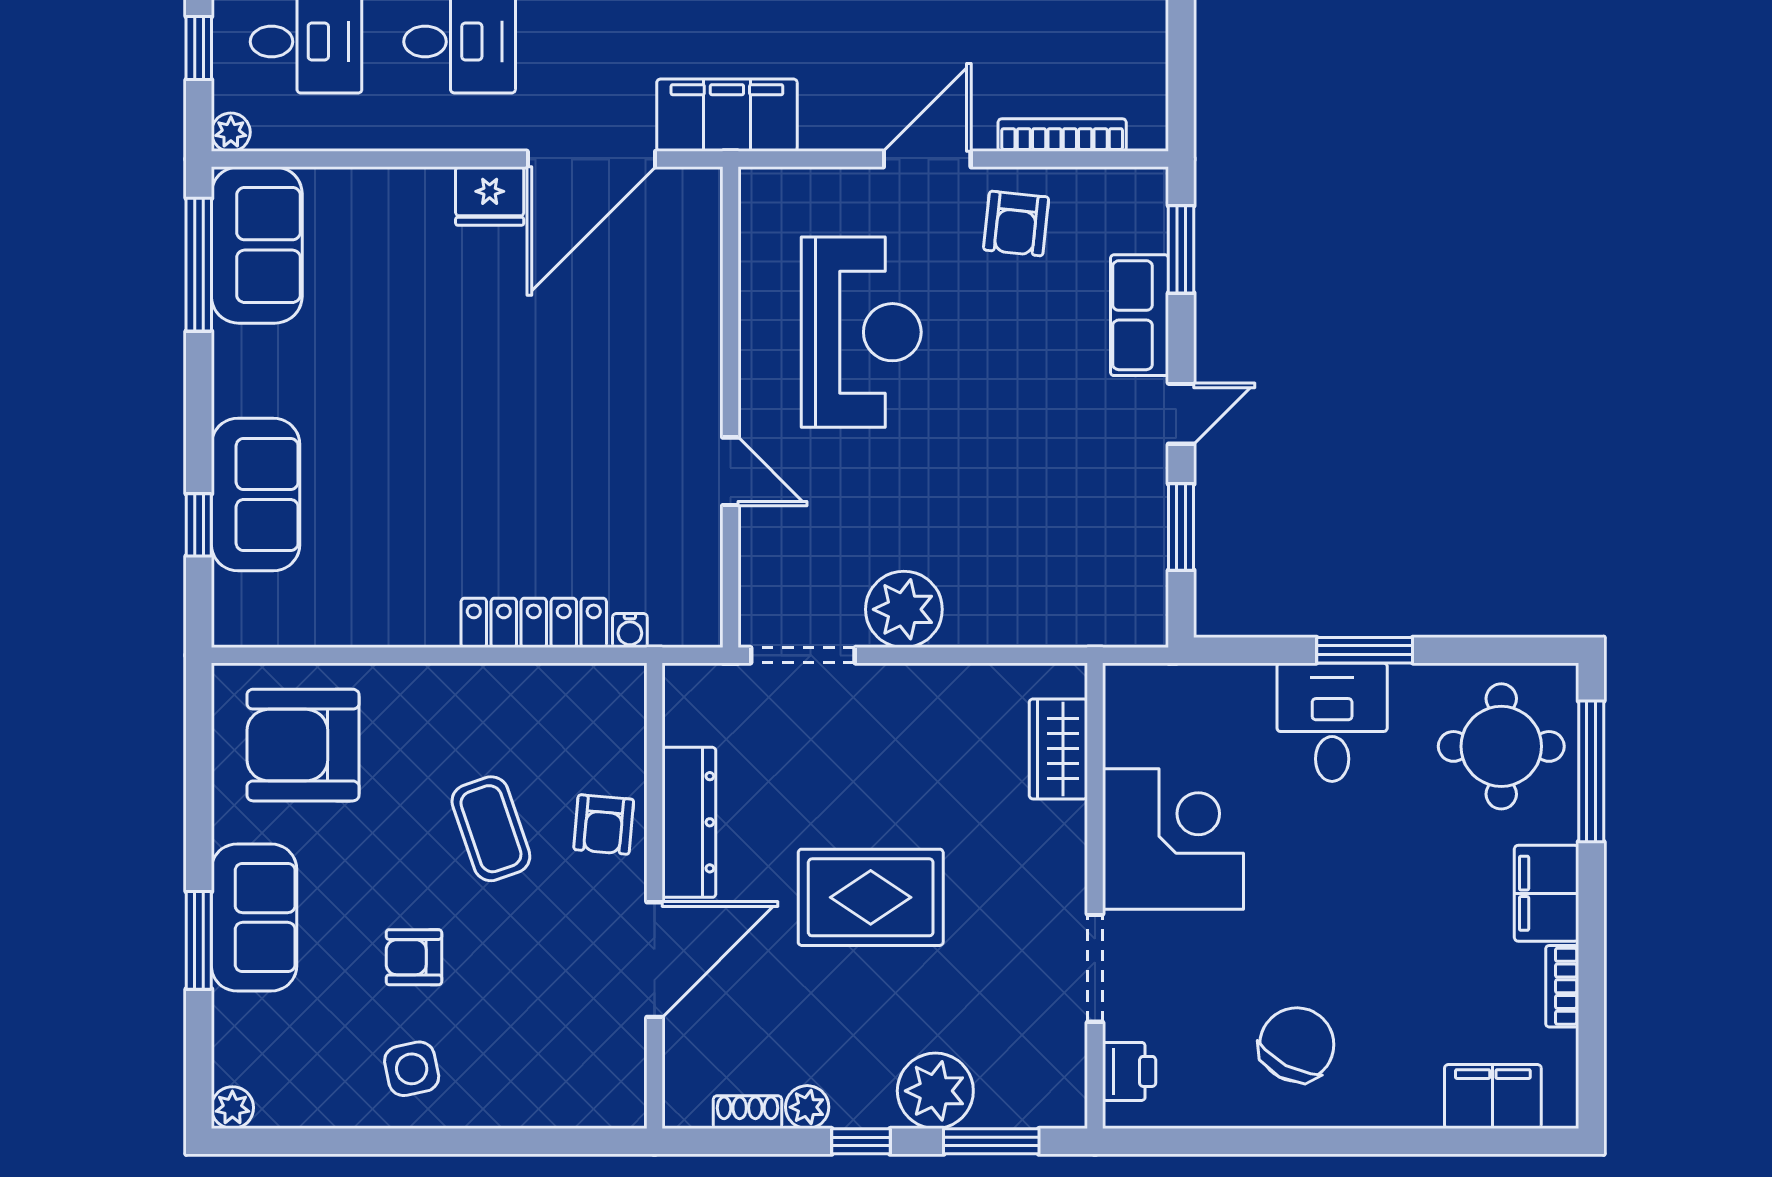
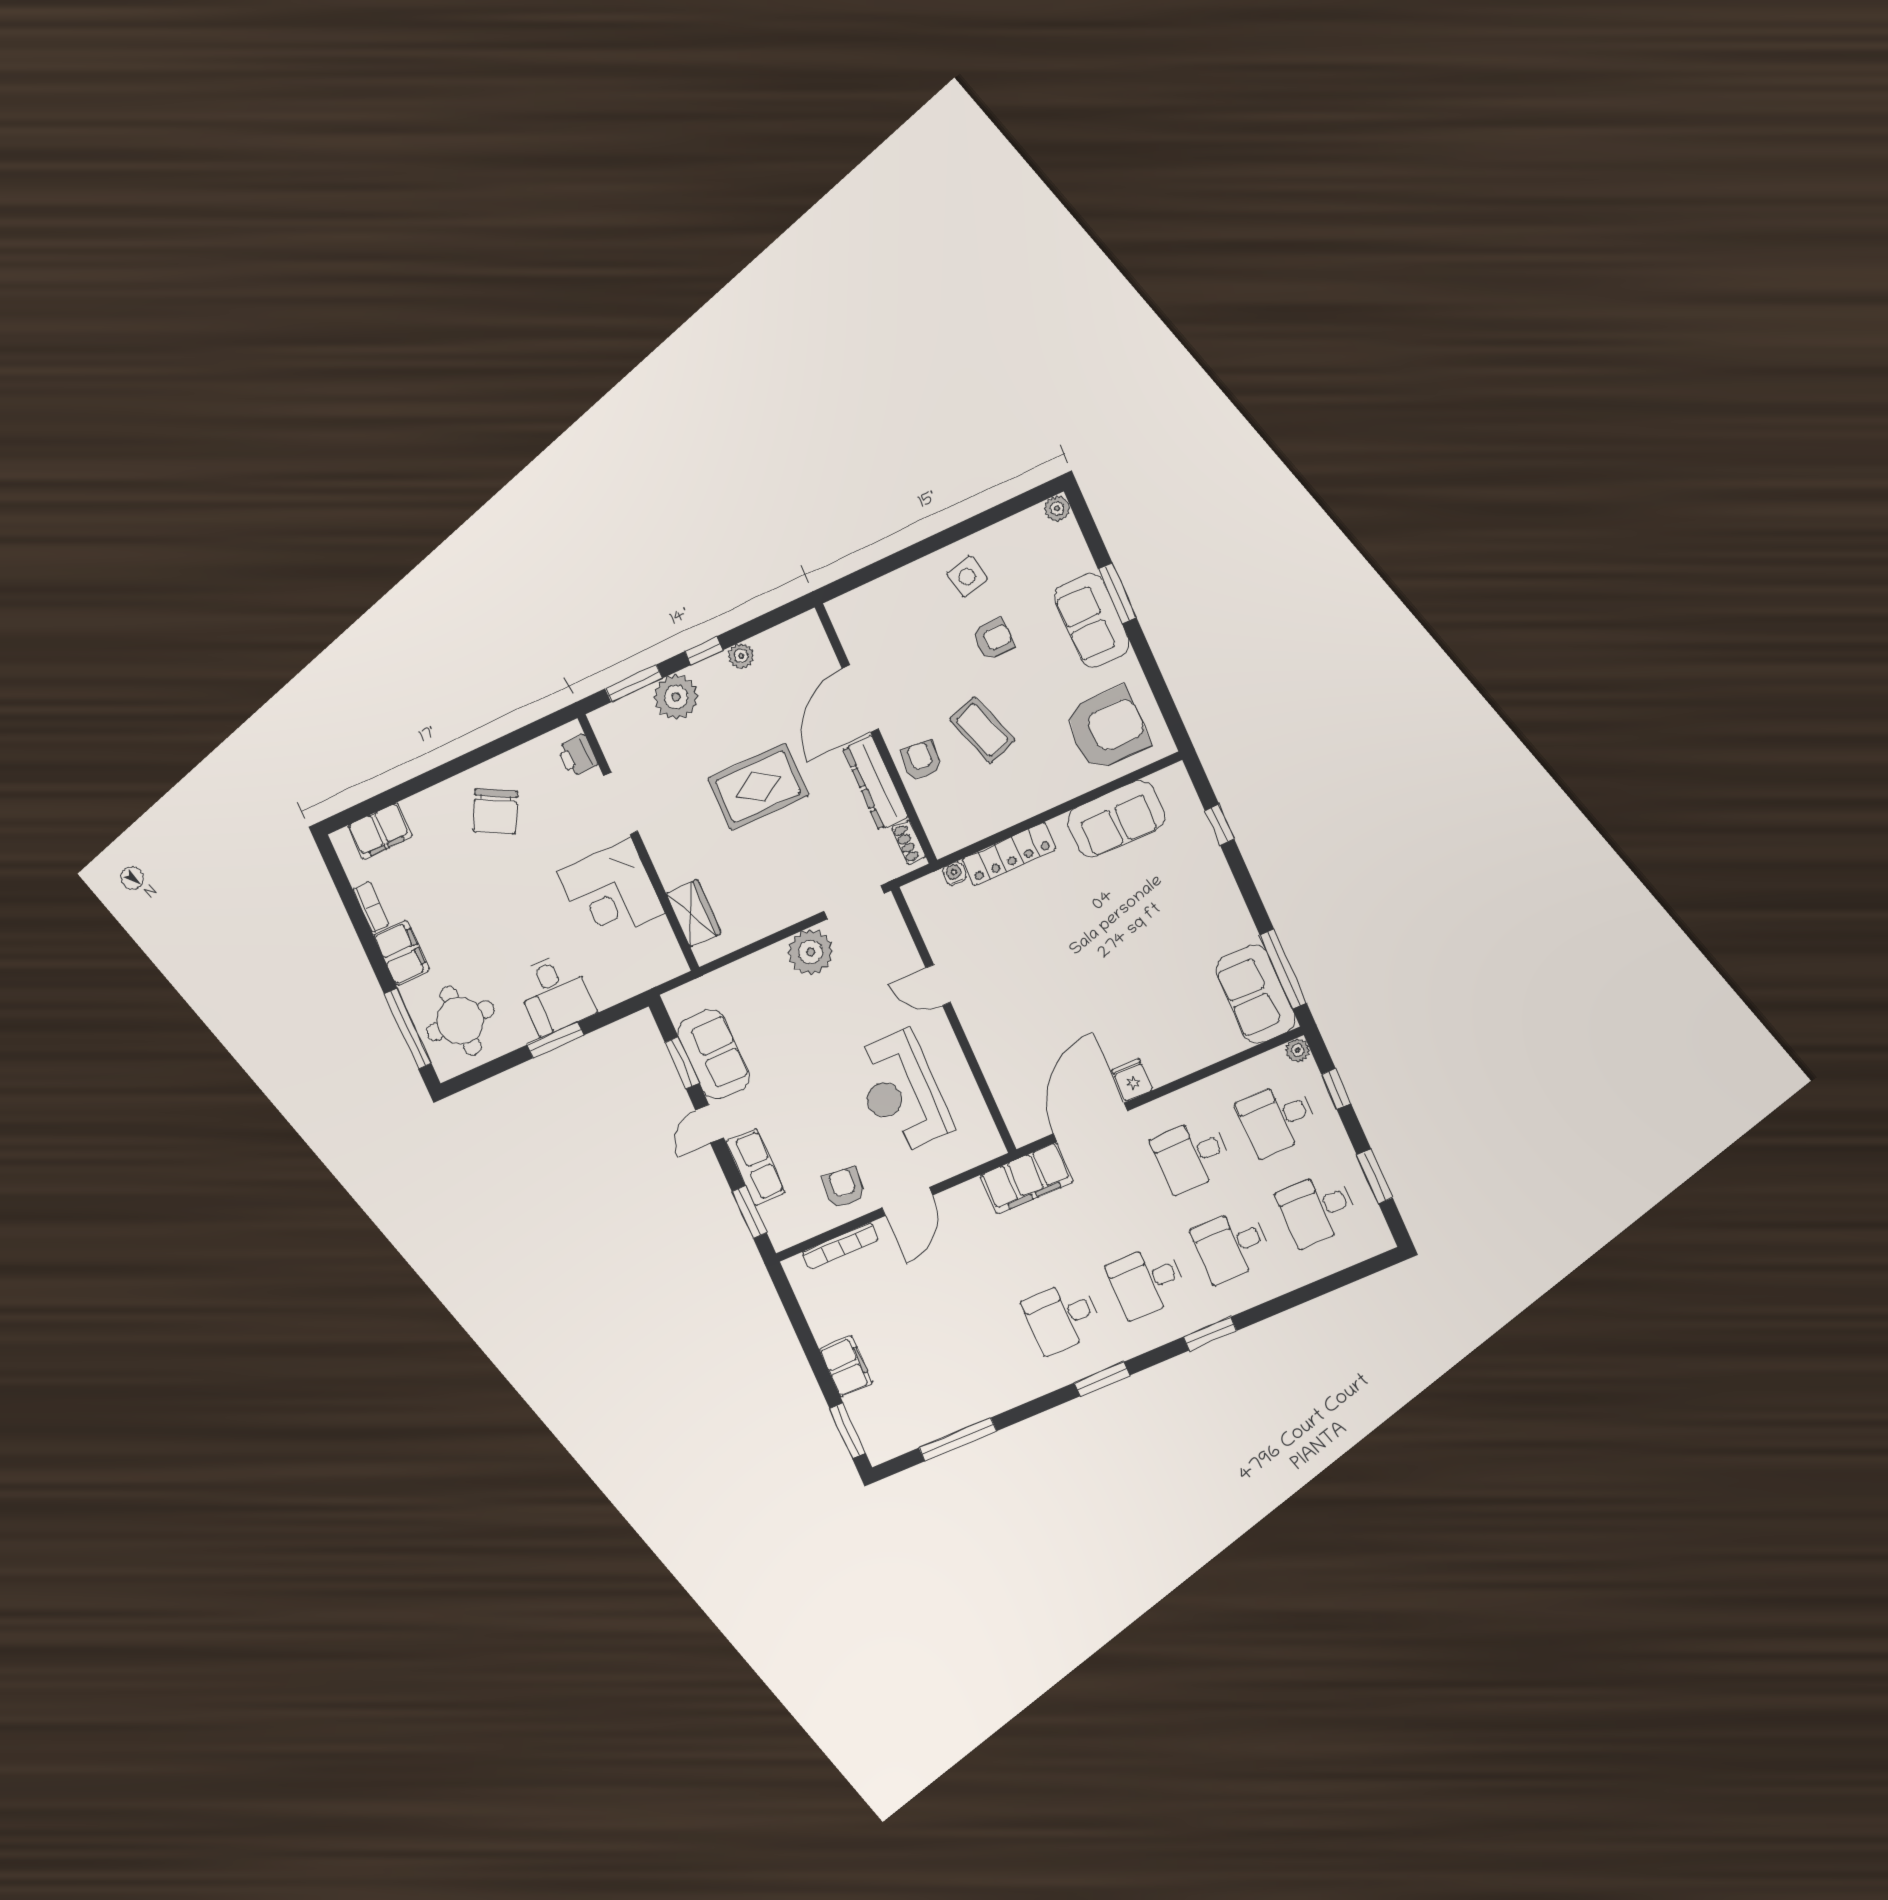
fridge: (490, 196) -> (1132, 1080), width x0.72
sofa: (256, 495) -> (1116, 819), moved, turned -90
sofa: (1126, 518) -> (714, 1054), added
shoe rack: (747, 1112) -> (909, 842), moved, turned 90

